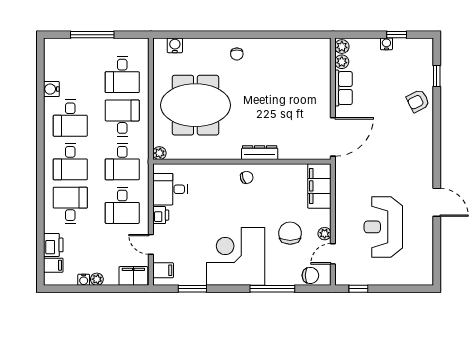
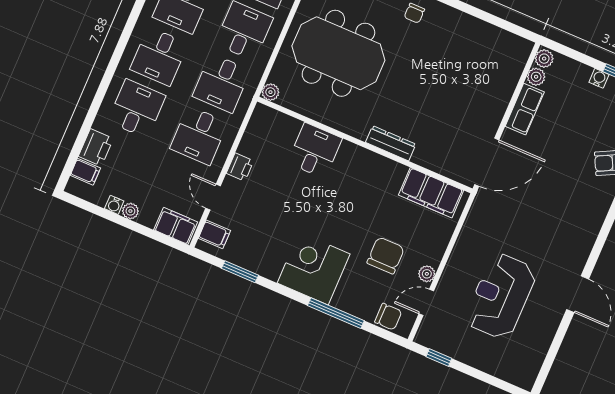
chair: (247, 177) -> (363, 166), removed
filing cabinet: (319, 186) -> (431, 193), moved, turned -90
desk: (170, 189) -> (315, 151), moved, turned 90
corner desk: (236, 256) -> (314, 268), width x0.74, depth x0.74

